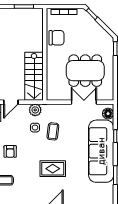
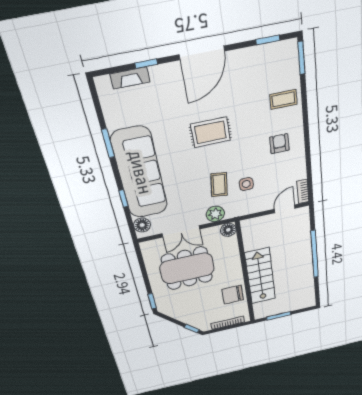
stairs: (34, 76) -> (260, 276), moved
floor lamp: (52, 95) -> (228, 230), added
plant: (35, 110) -> (215, 214), moved

